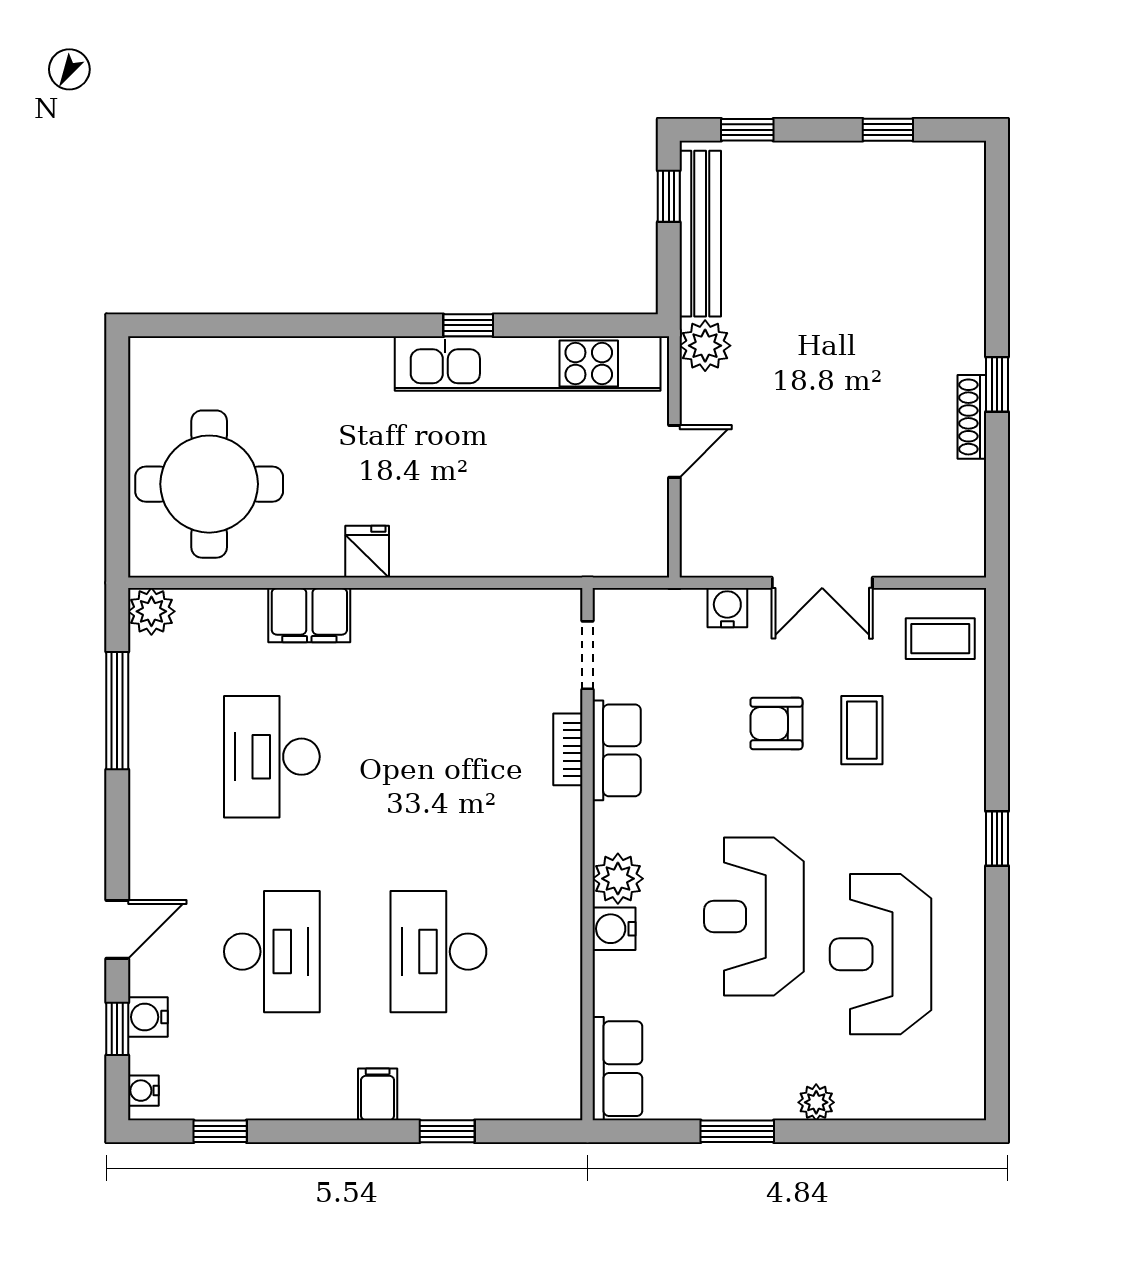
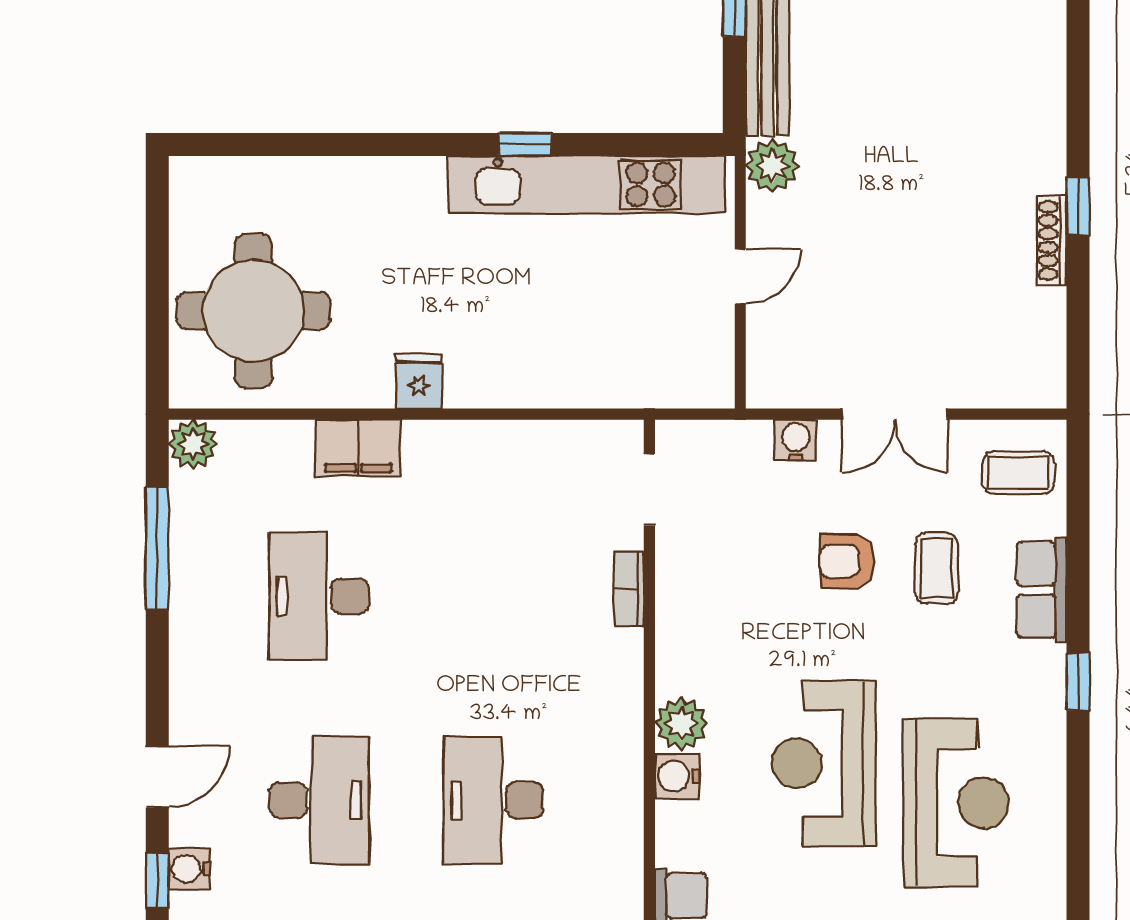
row of seats: (617, 750) -> (1042, 590), moved, turned 180
reception desk: (880, 954) -> (956, 803), turned 180

